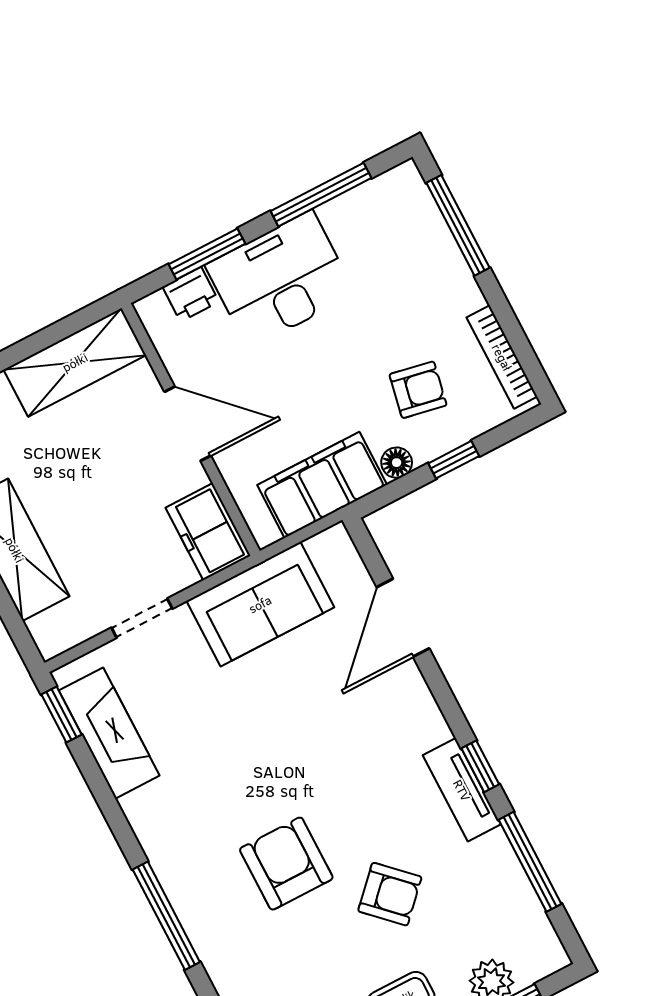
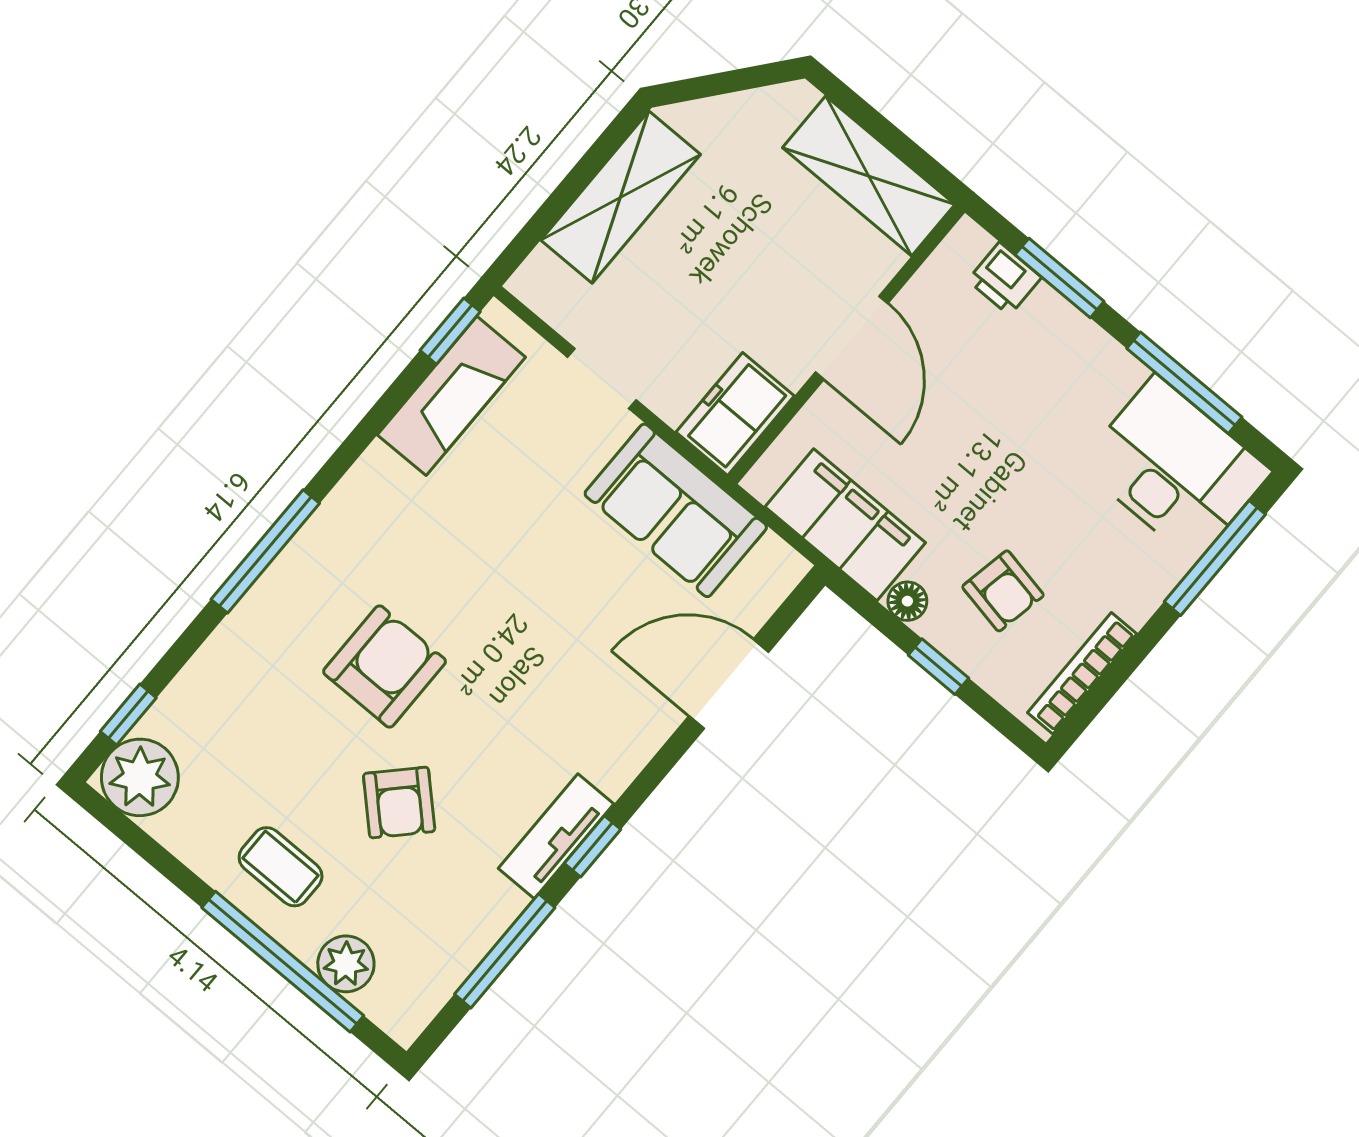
desk: (280, 279) -> (1175, 468), moved

